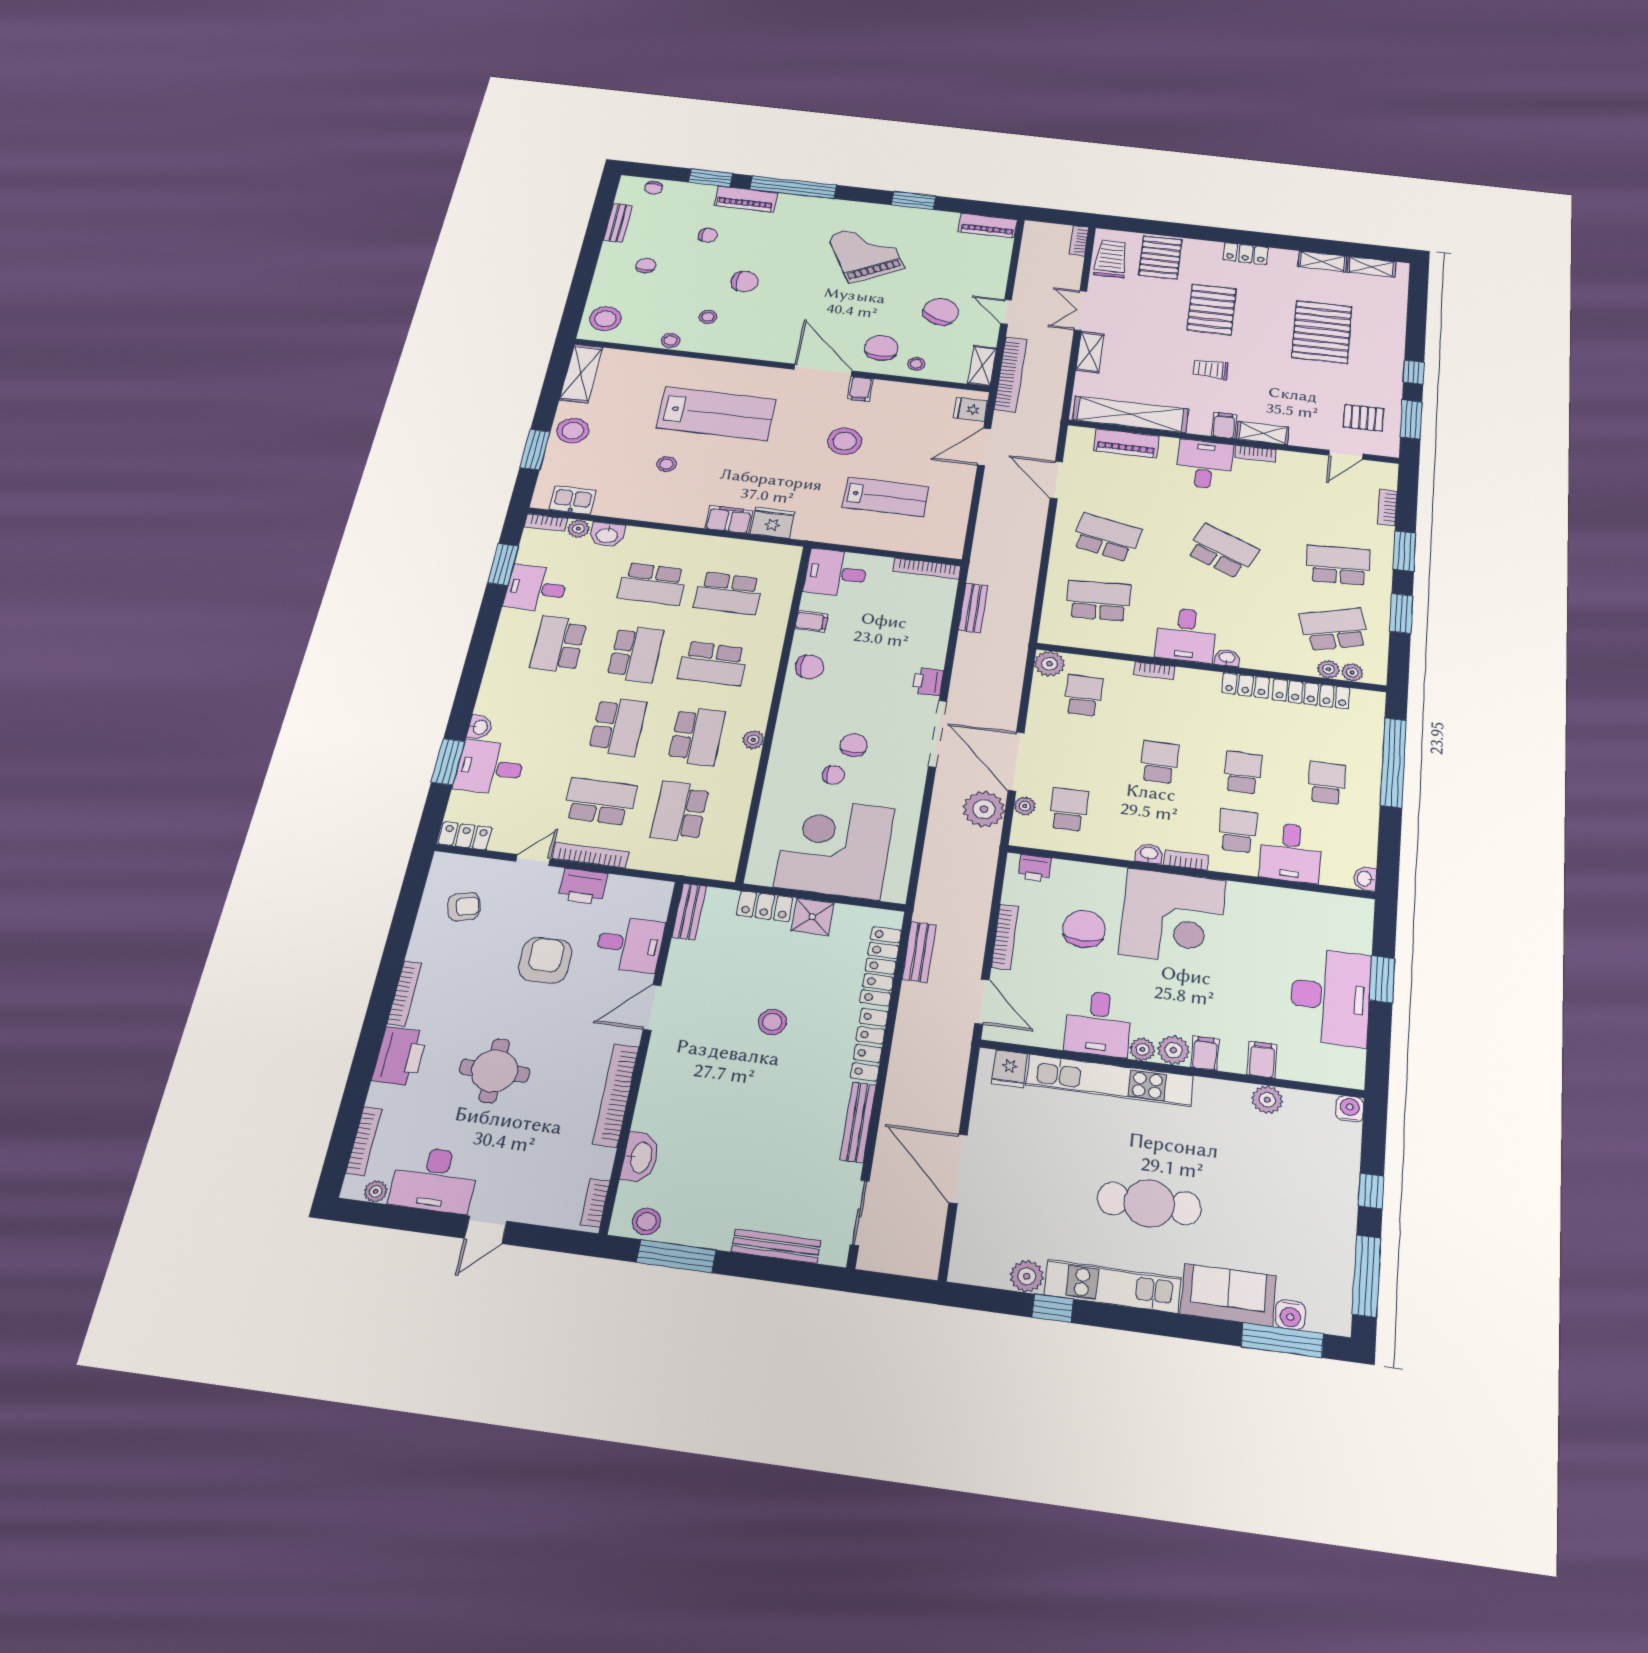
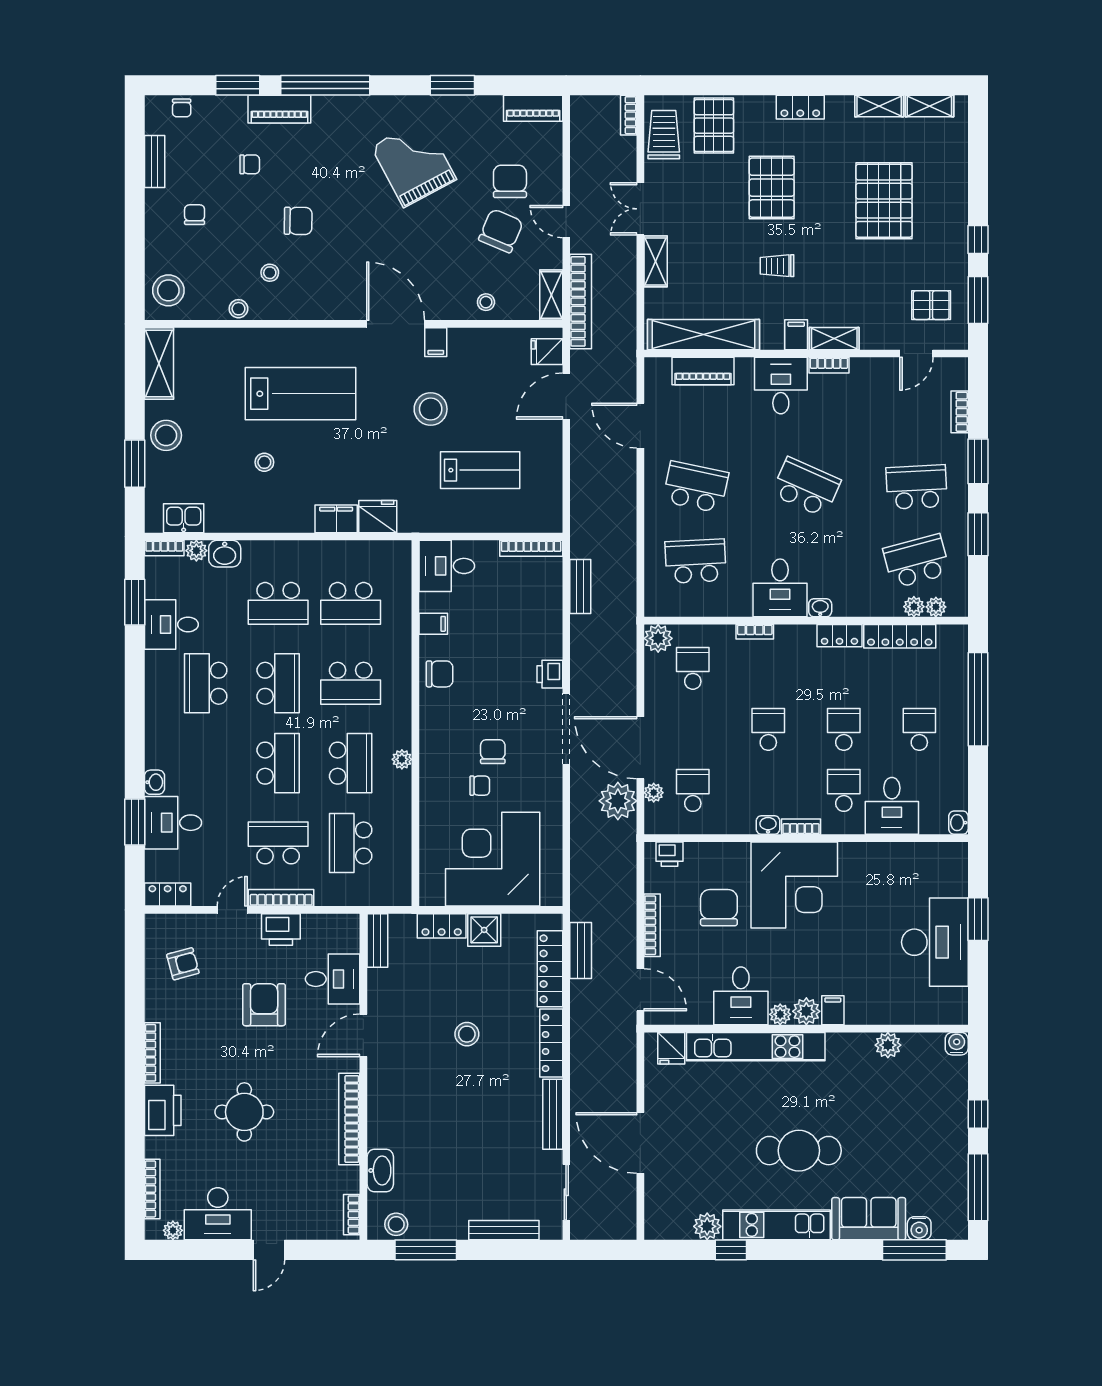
chair: (881, 348) -> (510, 181), moved
filing cabinet: (1262, 1060) -> (881, 1009), removed

